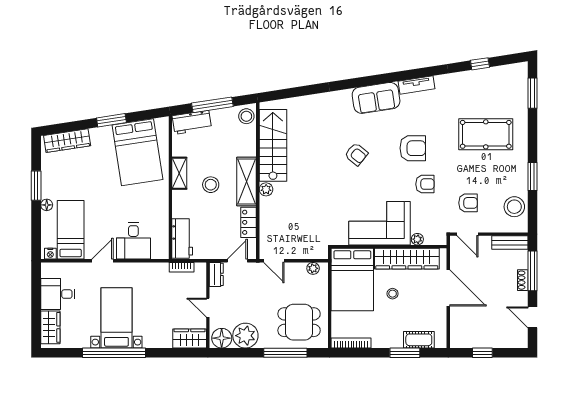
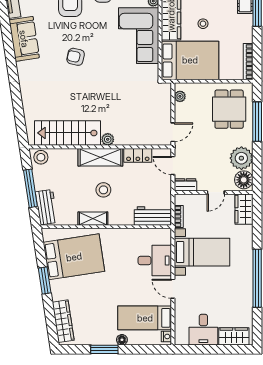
armchair: (356, 154) -> (76, 57), turned -116
bed with nightstands: (116, 318) -> (202, 252), moved, turned 180

